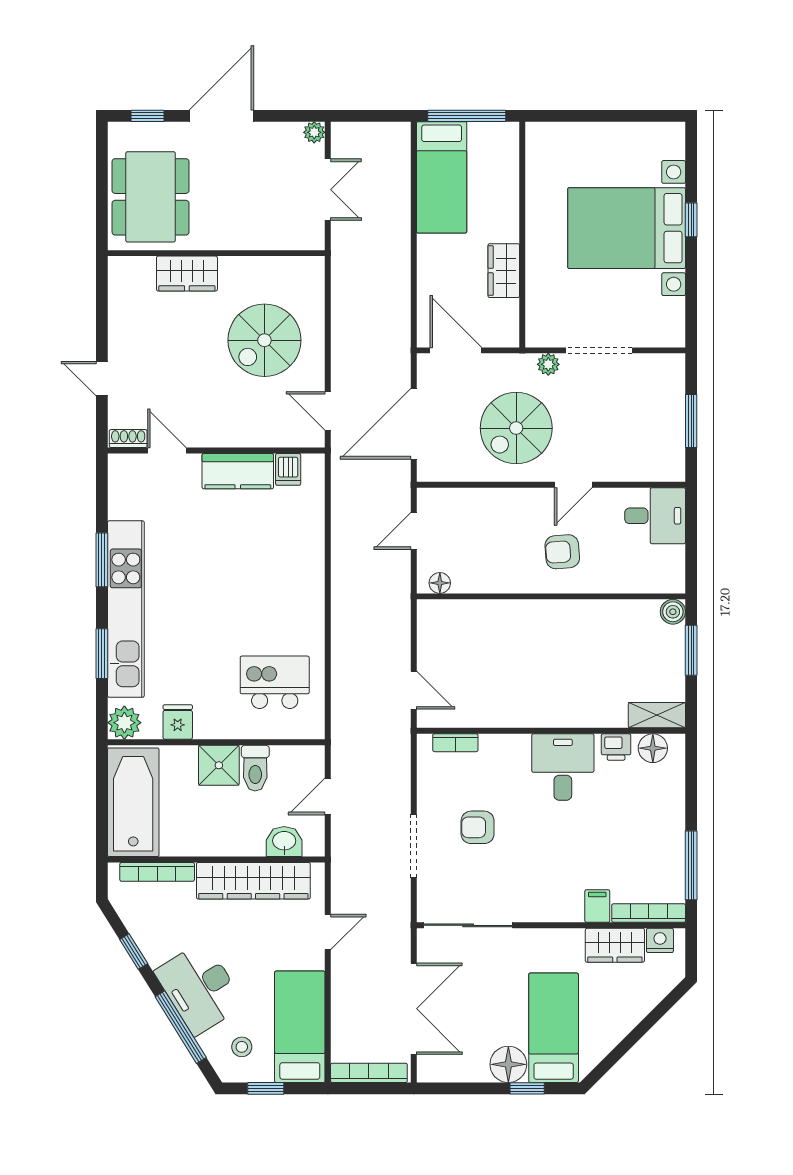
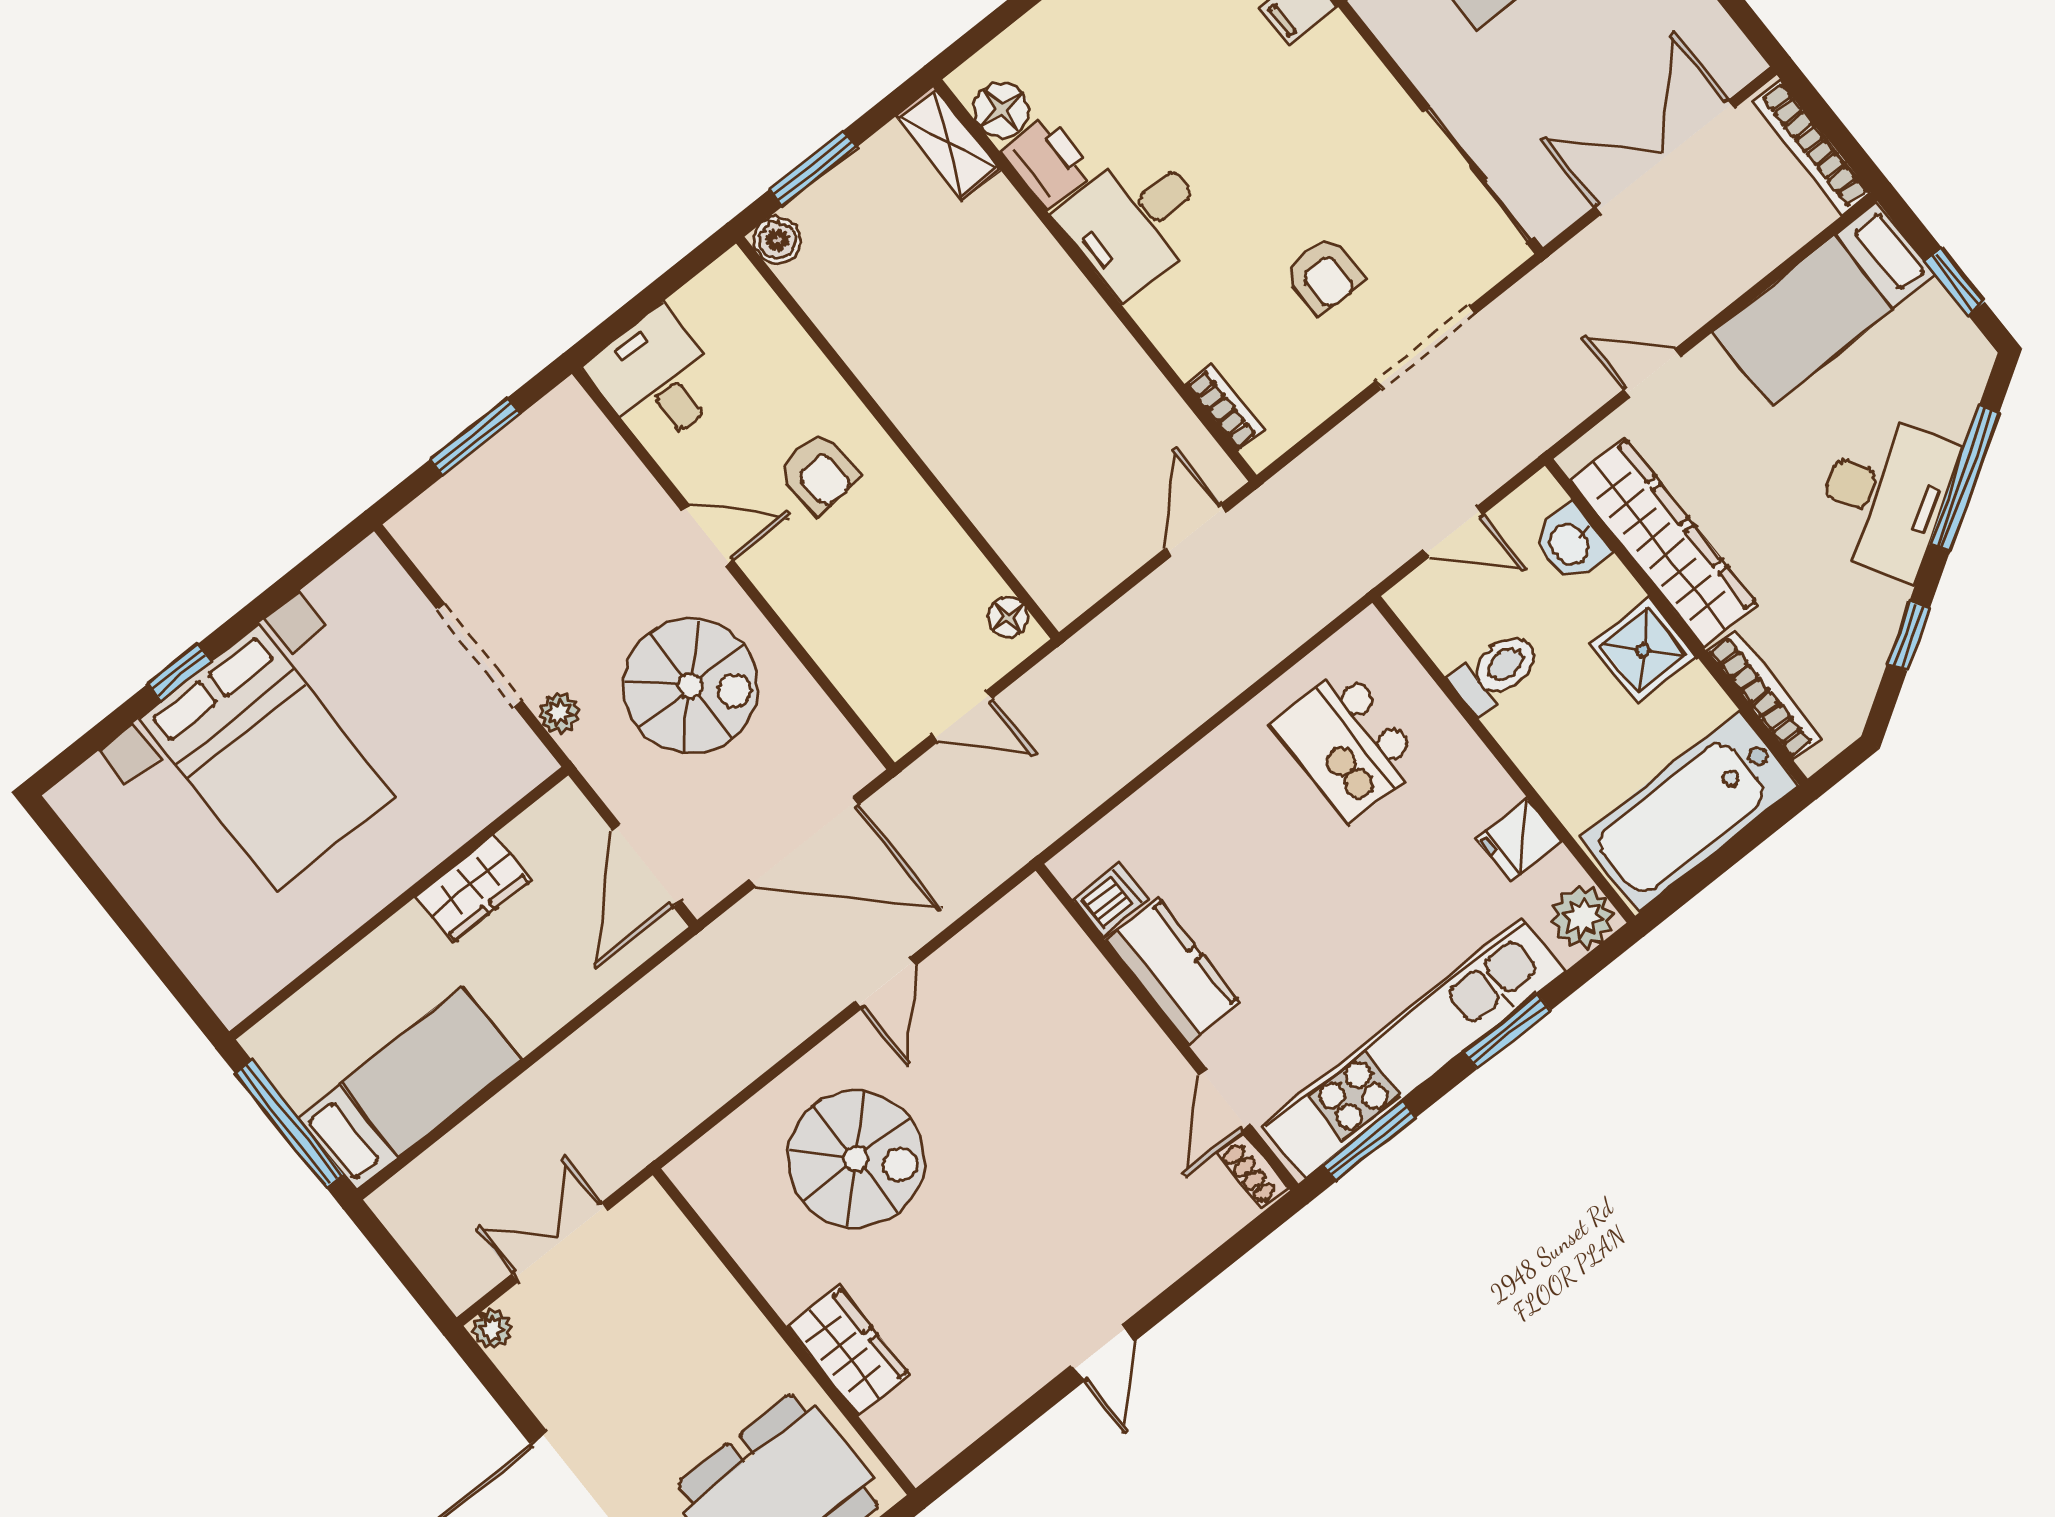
shoe rack: (128, 439) -> (1253, 1171), moved
door: (167, 450) -> (1225, 1100), moved
wall: (216, 450) -> (1167, 1027), moved
dishwasher: (288, 469) -> (1111, 899), moved
kitchen counter: (238, 471) -> (1172, 971), moved
printer: (616, 747) -> (1048, 162), width x1.36, depth x1.24
shower: (219, 765) -> (1643, 650), moved
stool: (242, 1047) -> (1922, 365), removed

